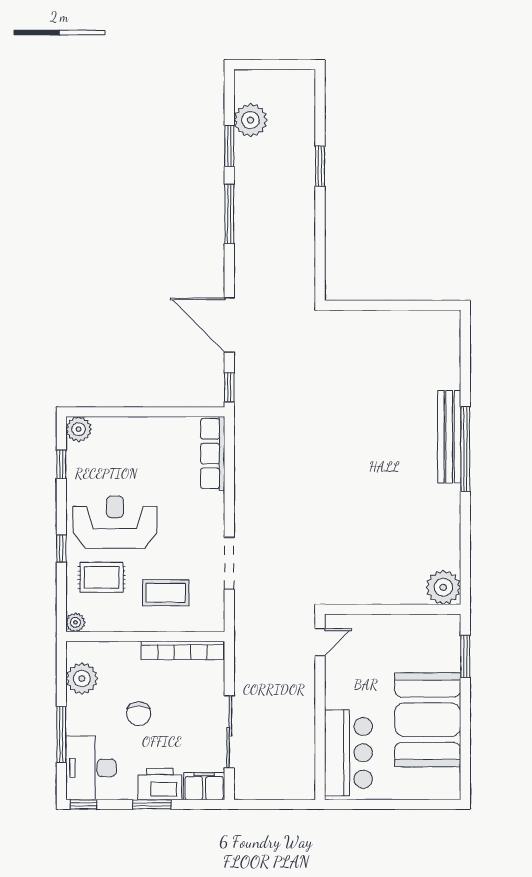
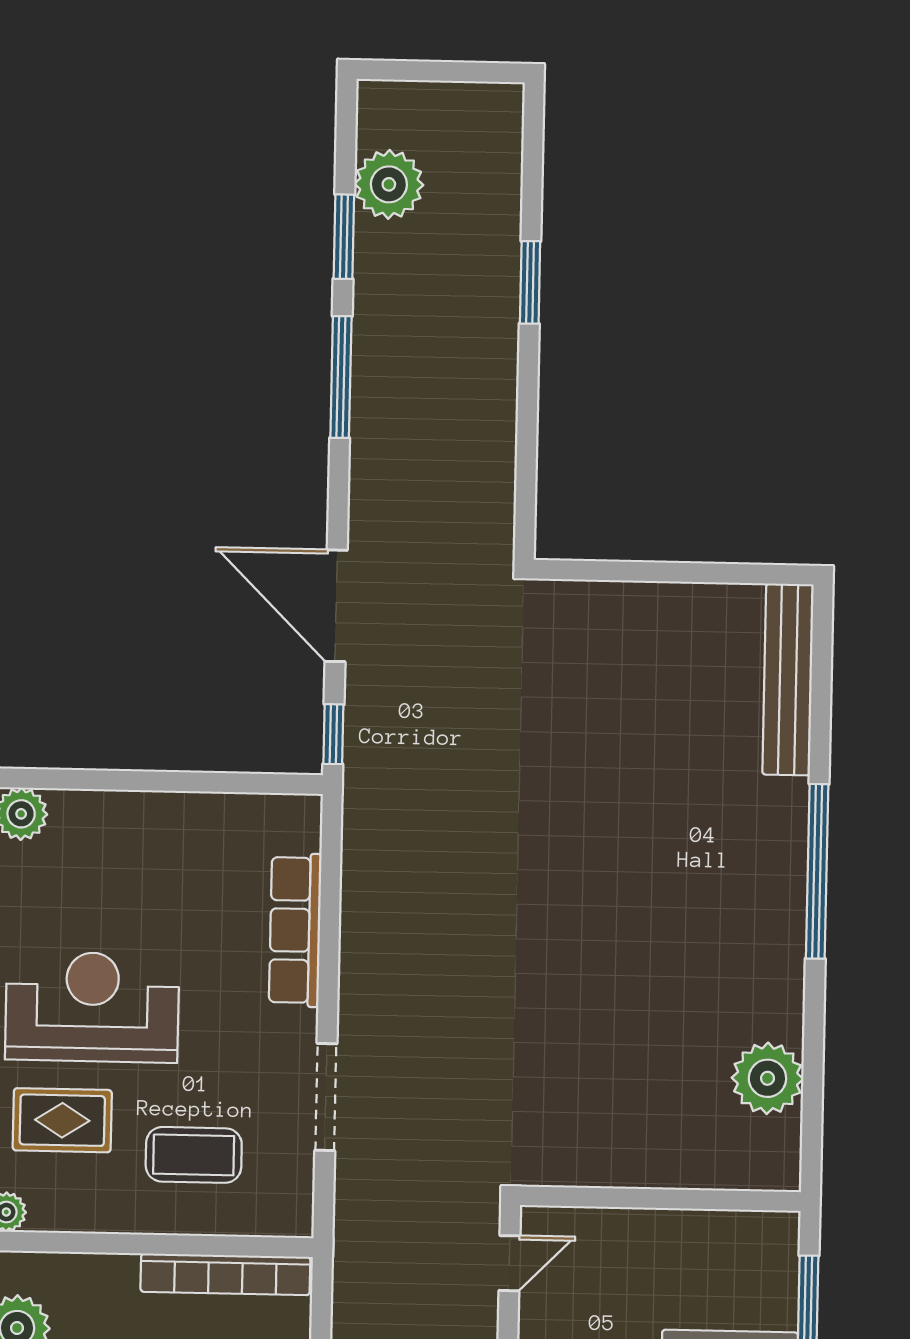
bench: (449, 437) -> (788, 679), moved
row of seats: (213, 454) -> (295, 930), moved
plant: (443, 587) -> (767, 1078), moved

